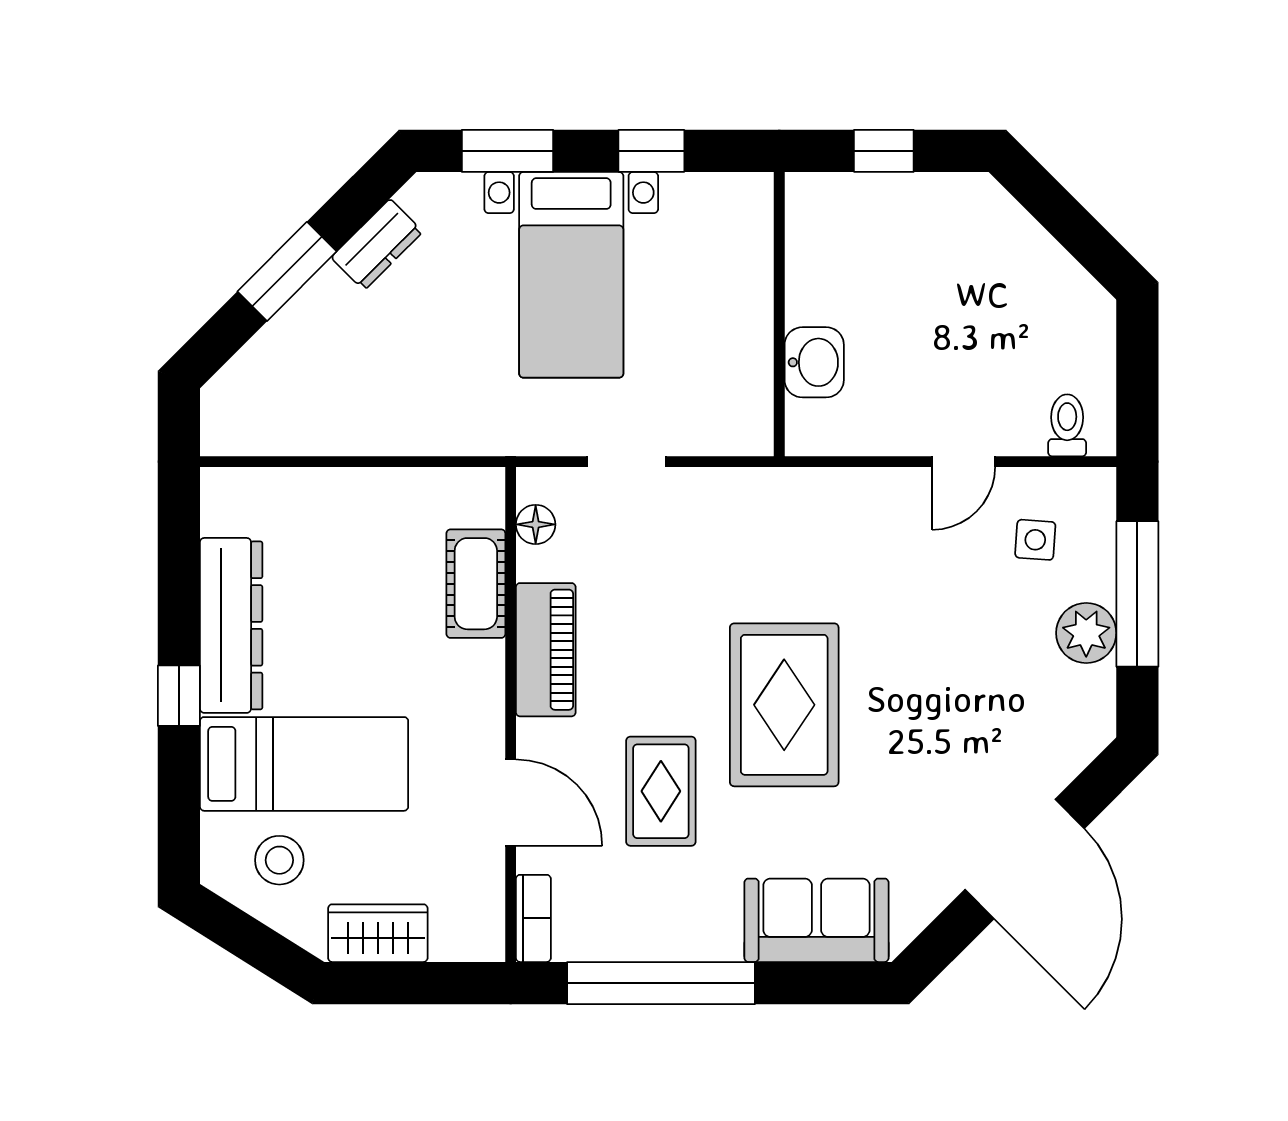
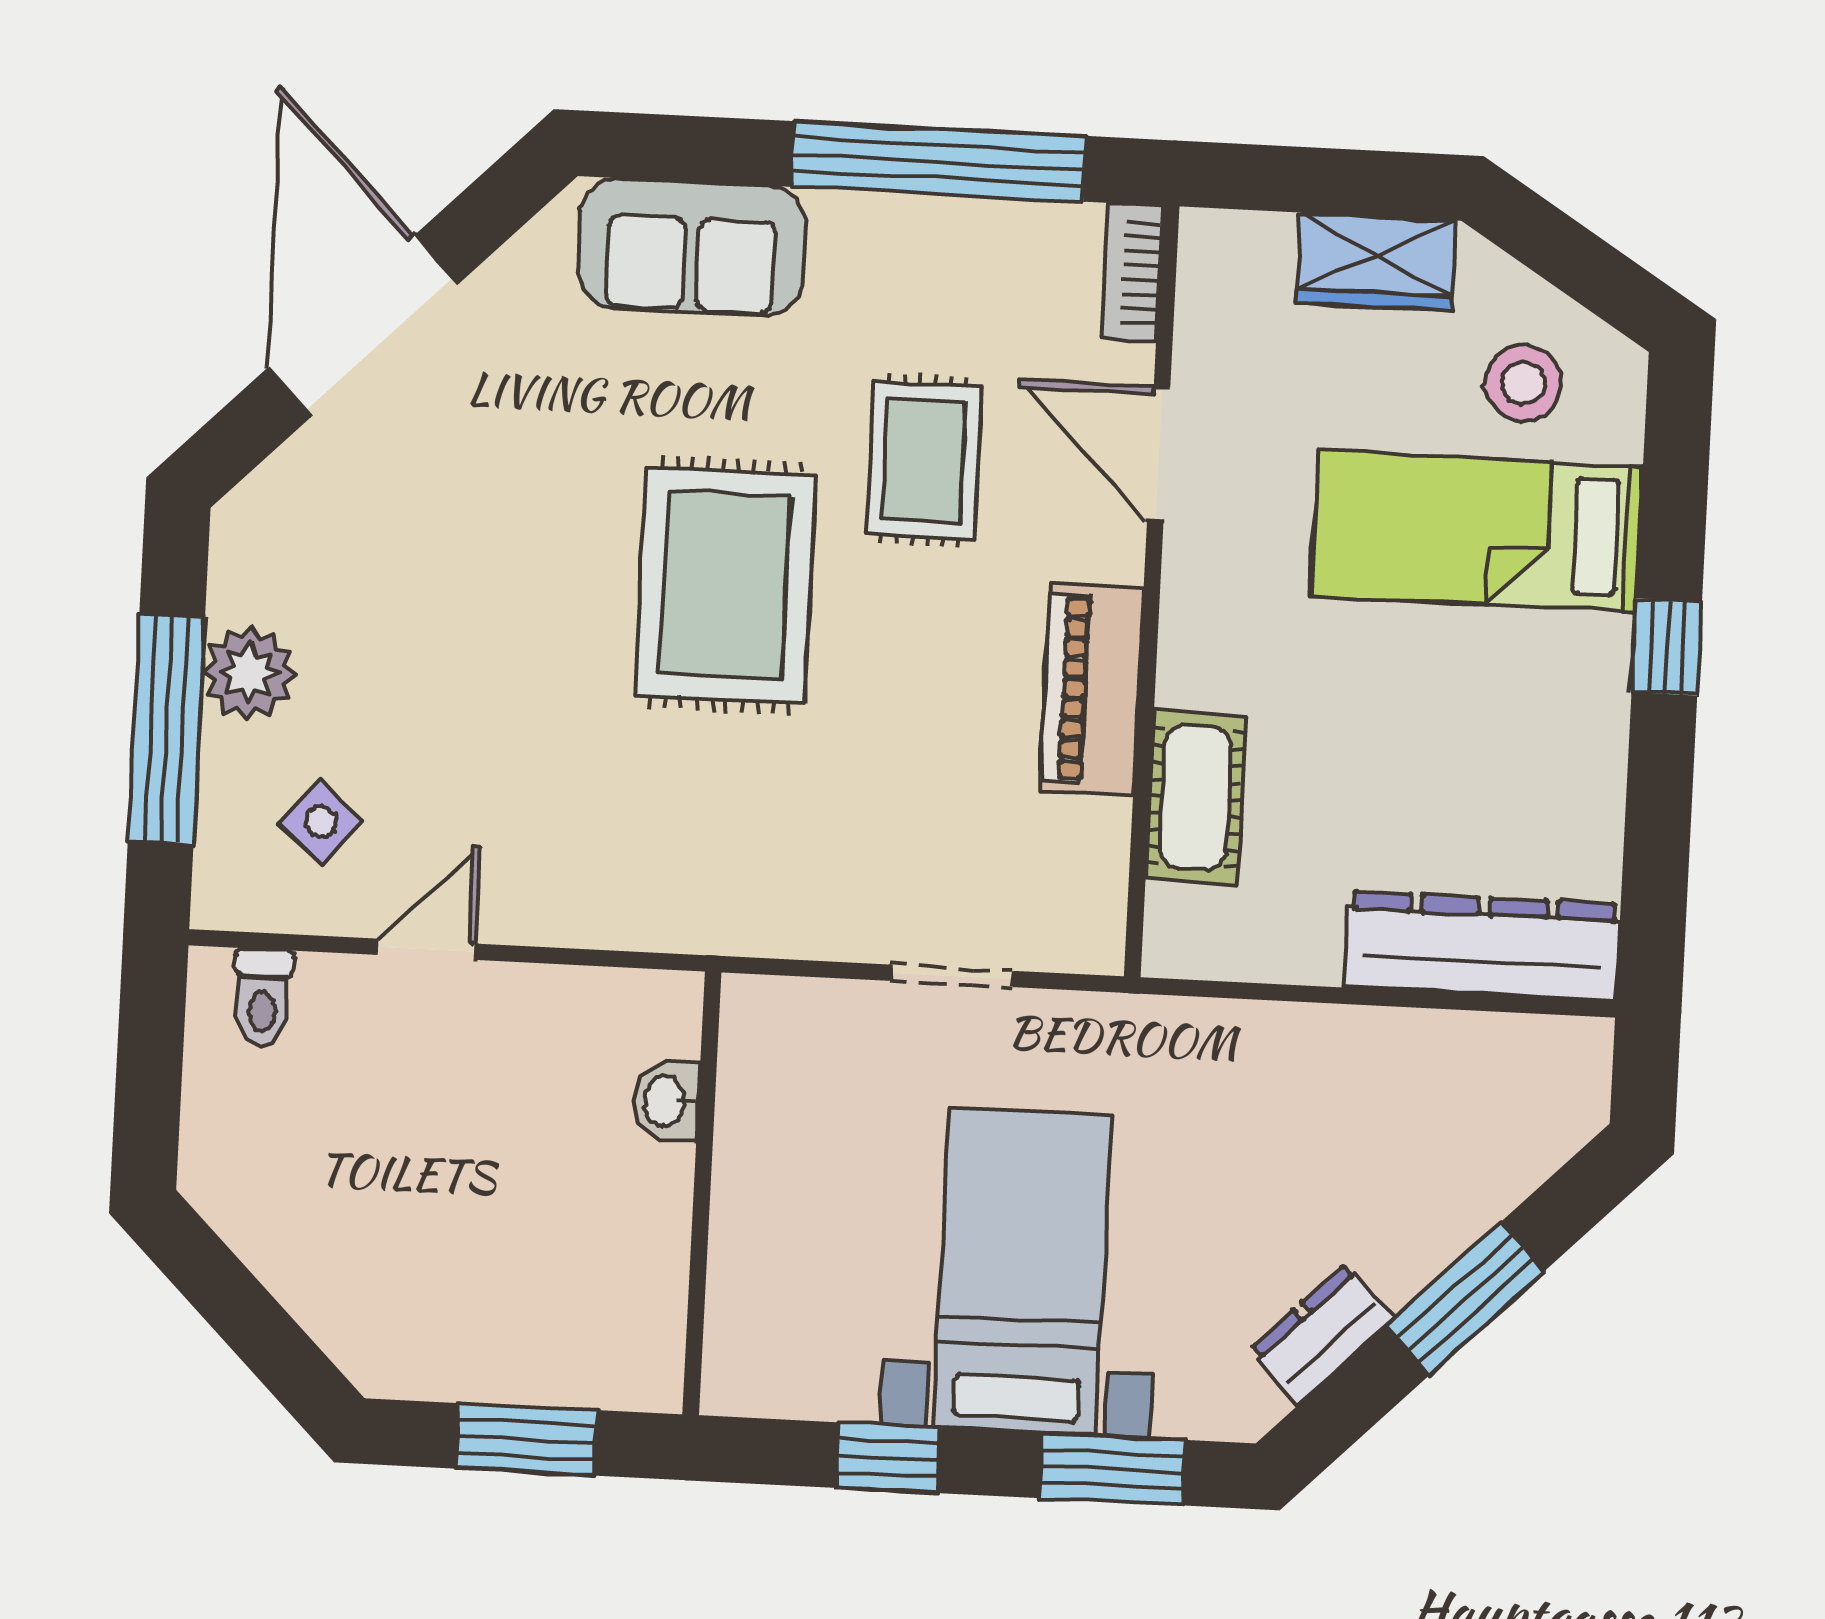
window: (884, 151) -> (526, 1439), width x1.50
washbasin: (814, 362) -> (666, 1101), width x0.72, depth x0.69
floor lamp: (536, 524) -> (1098, 885), removed
side table: (1035, 540) -> (321, 822), turned 36
dresser: (231, 625) -> (1482, 946), moved, turned 90

